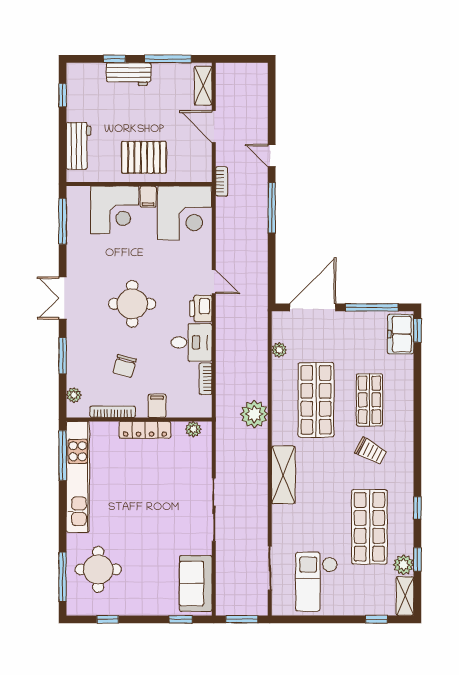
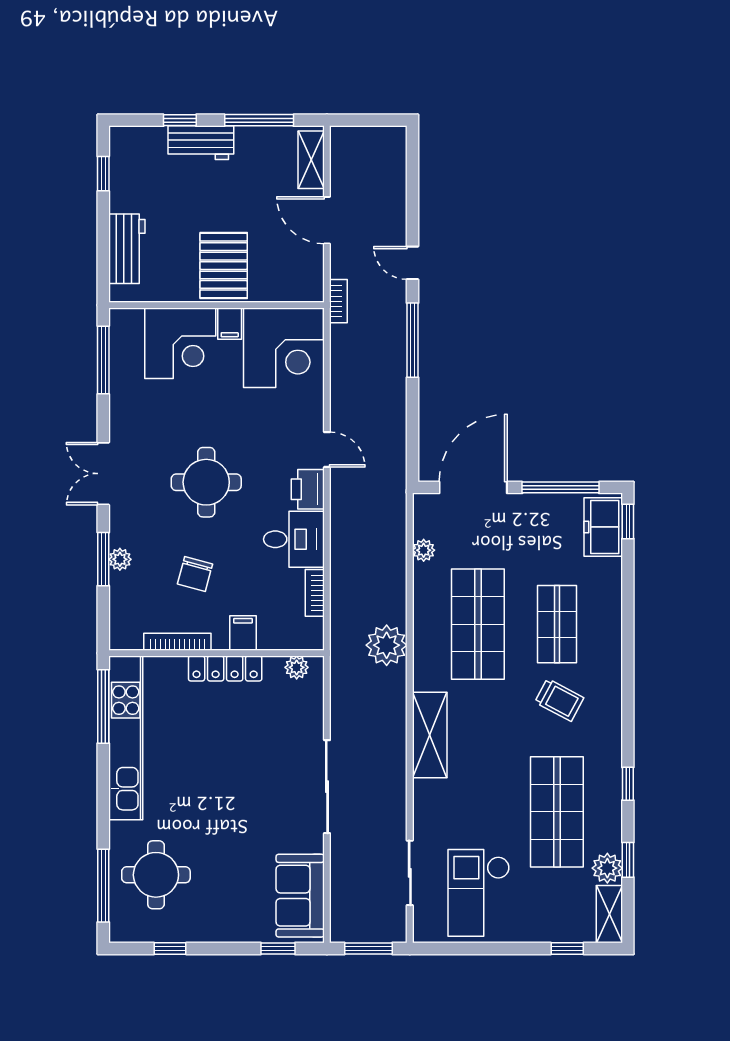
pallet: (144, 157) -> (224, 266), turned 90
plant: (74, 395) -> (120, 559), moved

